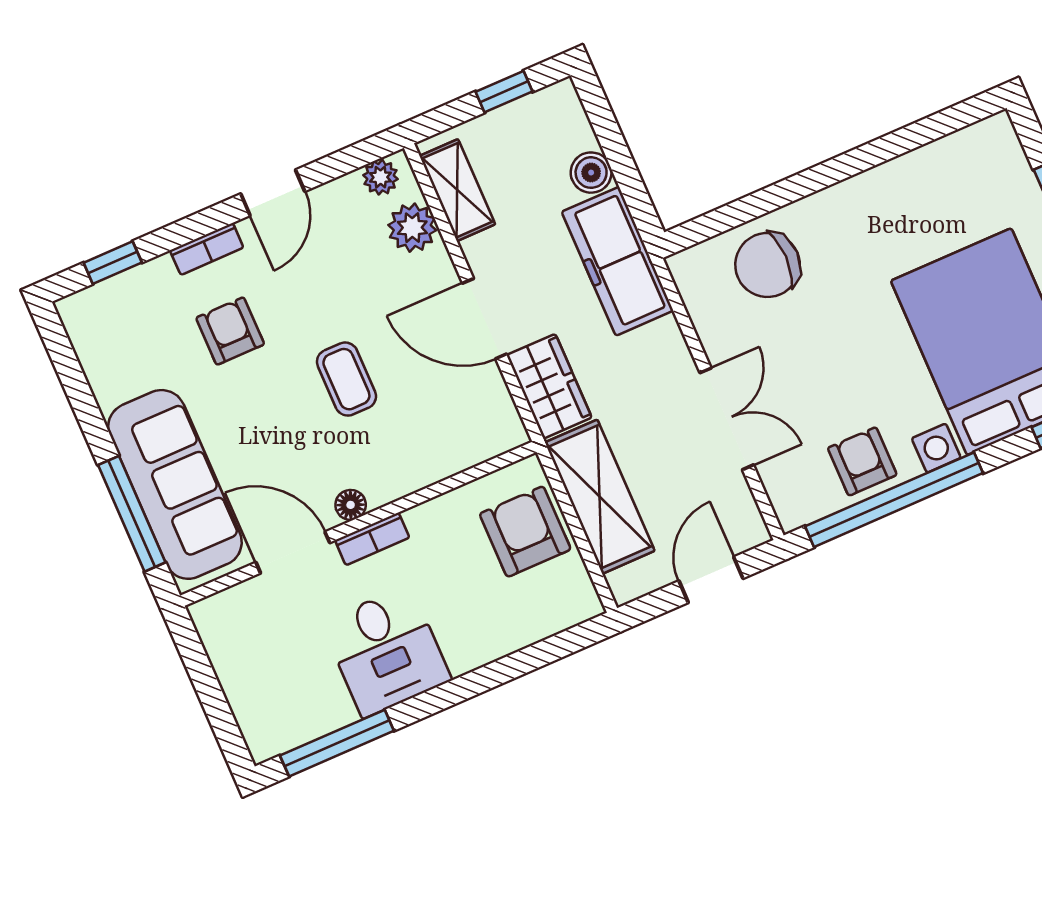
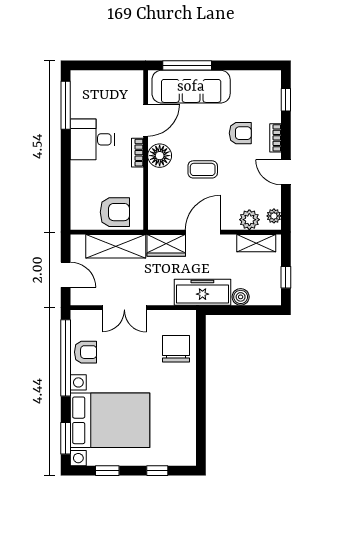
floor lamp: (351, 505) -> (160, 156), width x1.89, depth x1.89

